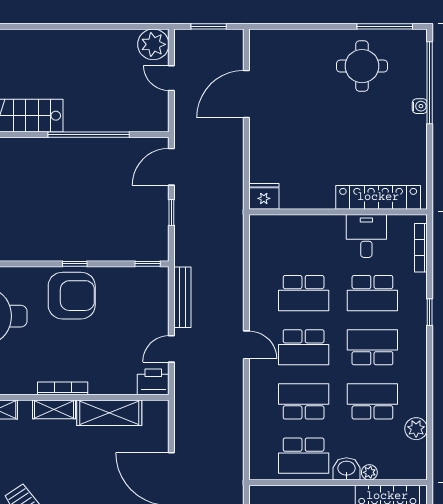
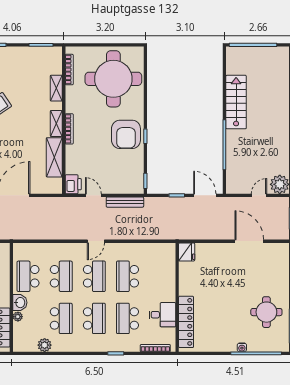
school desk: (304, 347) -> (94, 276), turned 180

